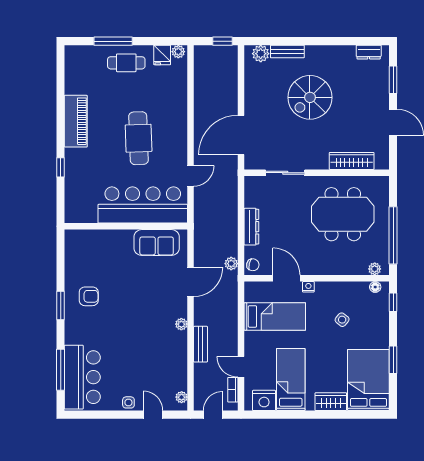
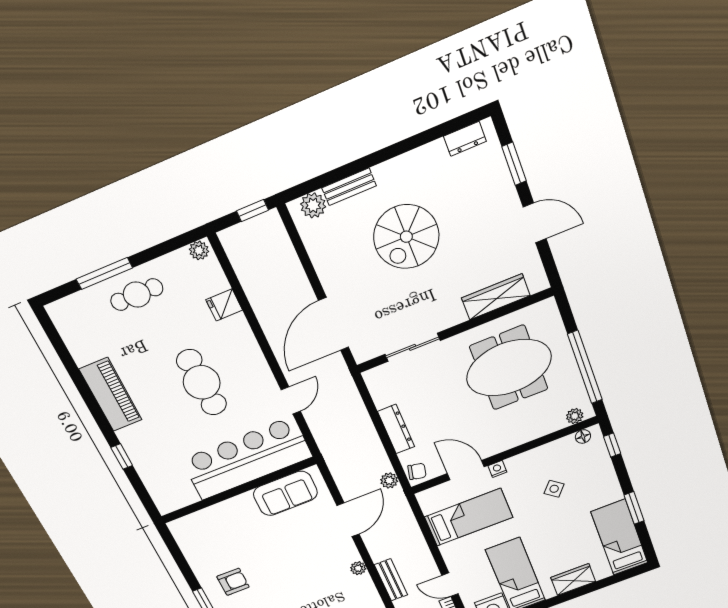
fridge: (162, 55) -> (224, 305), moved, turned 90
bed: (368, 380) -> (619, 537), width x0.67

